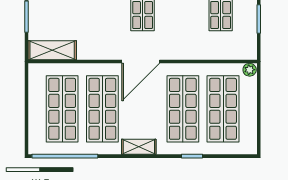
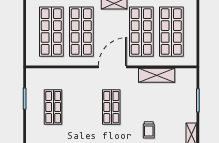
shelving: (52, 50) -> (157, 75), moved
plant: (250, 70) -> (31, 61), removed

